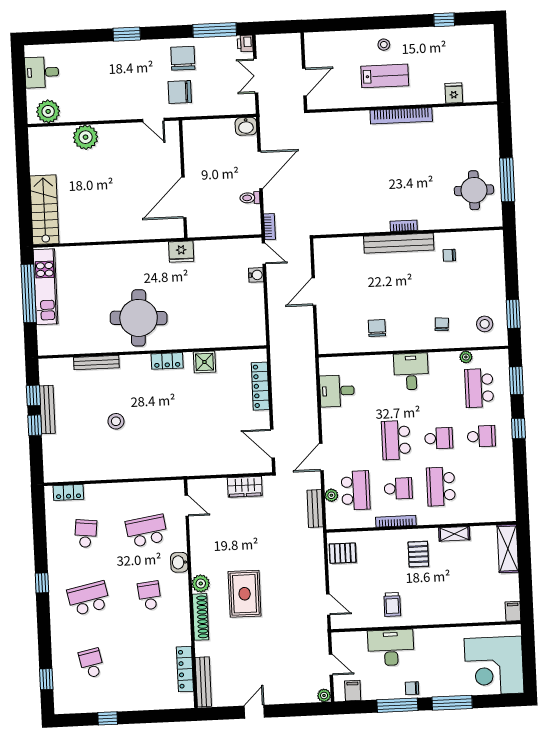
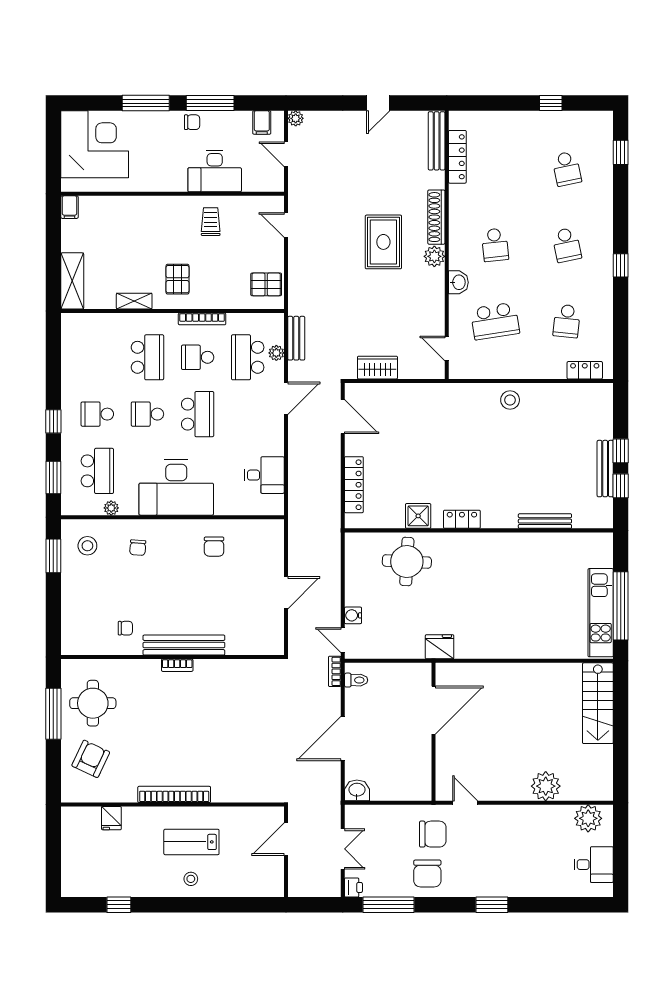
armchair: (474, 143) -> (91, 759), added
toilet: (250, 198) -> (356, 680), moved
round table: (139, 318) -> (407, 562), moved, width x0.73, depth x0.73
desk: (411, 371) -> (176, 487), width x1.87, depth x1.30
stool: (116, 421) -> (510, 400), moved
school desk: (89, 598) -> (567, 245), width x0.54

